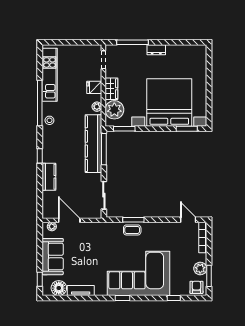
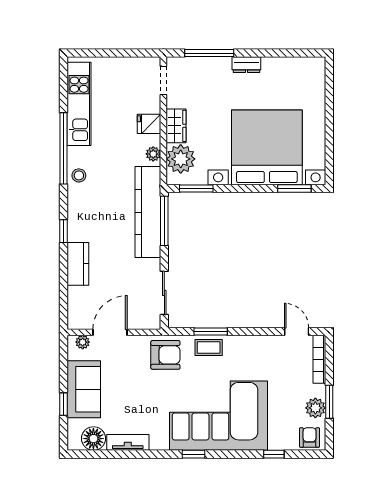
door: (69, 220) -> (110, 332), hinge flipped
armchair: (105, 235) -> (165, 355), added
window: (209, 276) -> (329, 402), moved
window: (40, 279) -> (64, 404), moved

